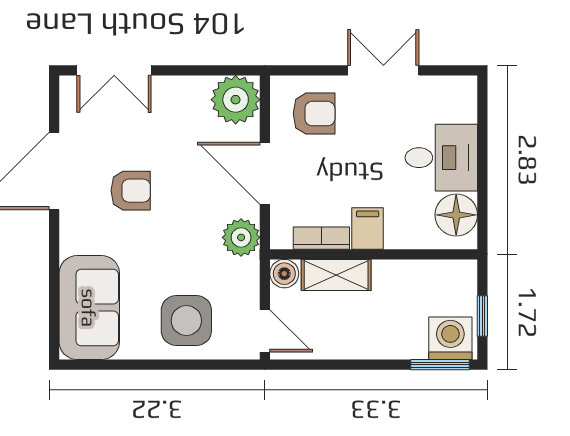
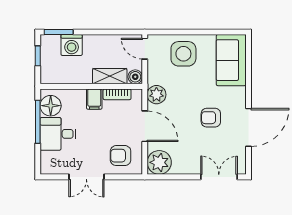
window: (482, 182) -> (38, 122), added
washing machine: (450, 338) -> (72, 45), moved

